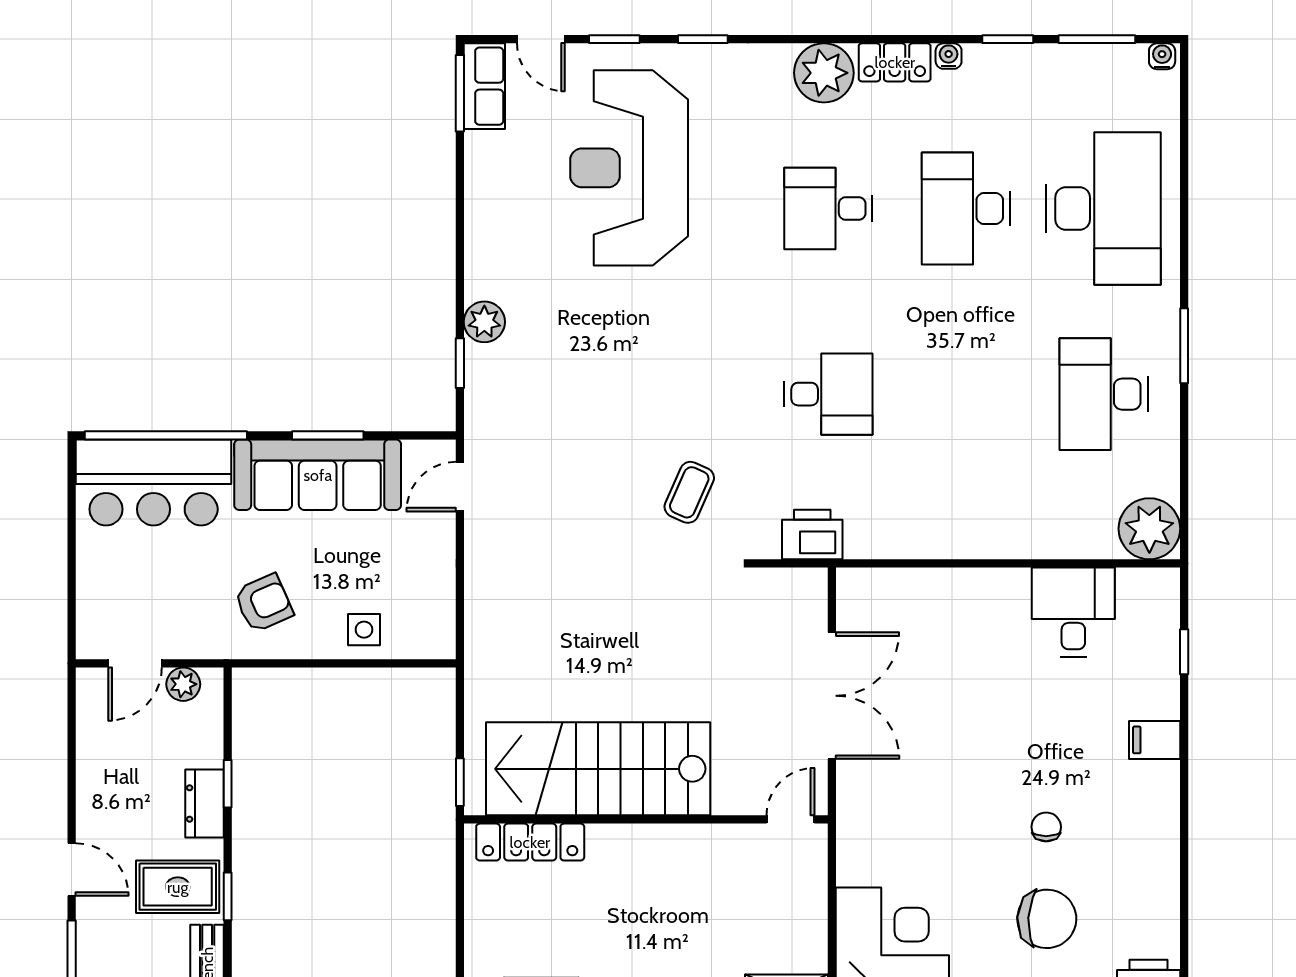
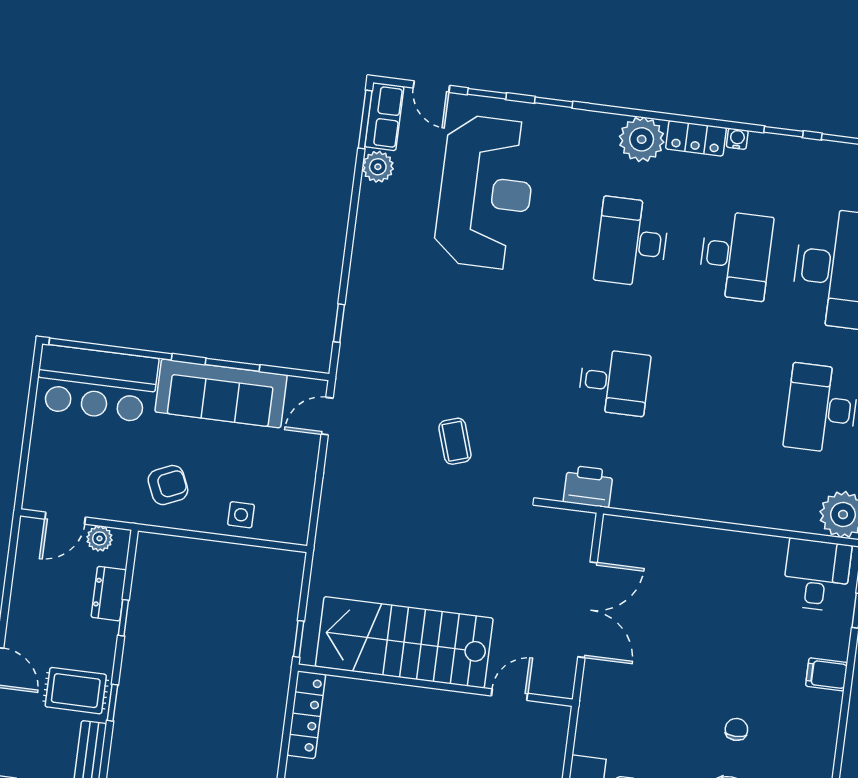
reception desk: (629, 168) -> (486, 192), turned 180
desk: (828, 209) -> (632, 242), width x1.37
desk: (966, 209) -> (736, 255), turned 180
plant: (484, 322) -> (378, 167), moved
coffee table: (689, 492) -> (455, 441), moved, turned -42
desk: (1073, 612) -> (817, 575), moved
dresser: (205, 803) -> (109, 594), moved
door: (790, 819) -> (510, 695), moved
locker: (530, 842) -> (306, 715), moved, turned -90

